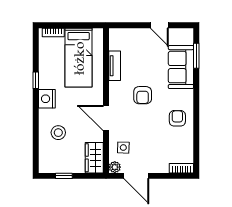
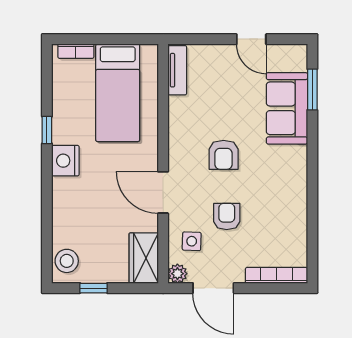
tv unit: (115, 66) -> (177, 70), moved
armchair: (177, 118) -> (227, 216), moved
stool: (58, 133) -> (67, 261), moved
bookcase: (181, 168) -> (277, 275), width x1.56

